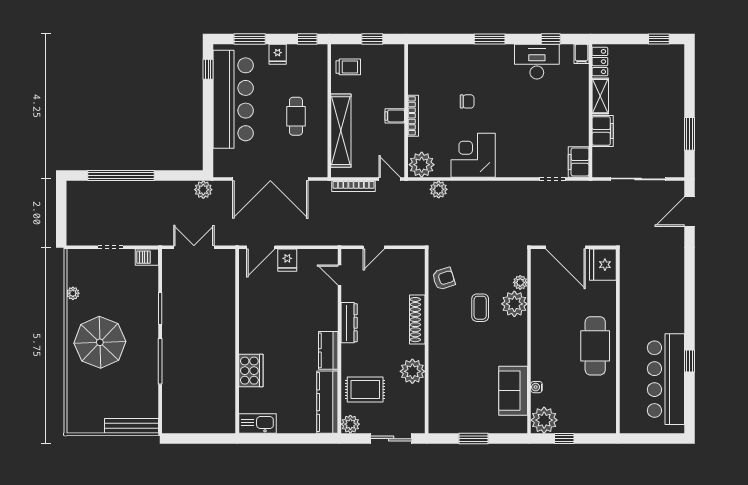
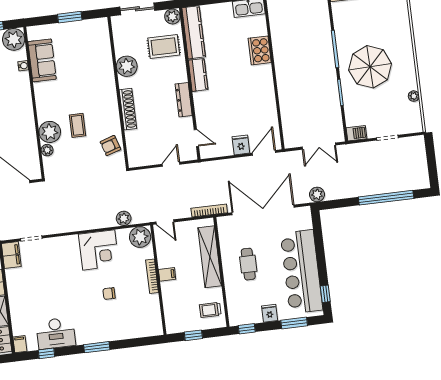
bookcase: (354, 186) -> (209, 211), moved
parasol: (100, 342) -> (370, 67), moved

